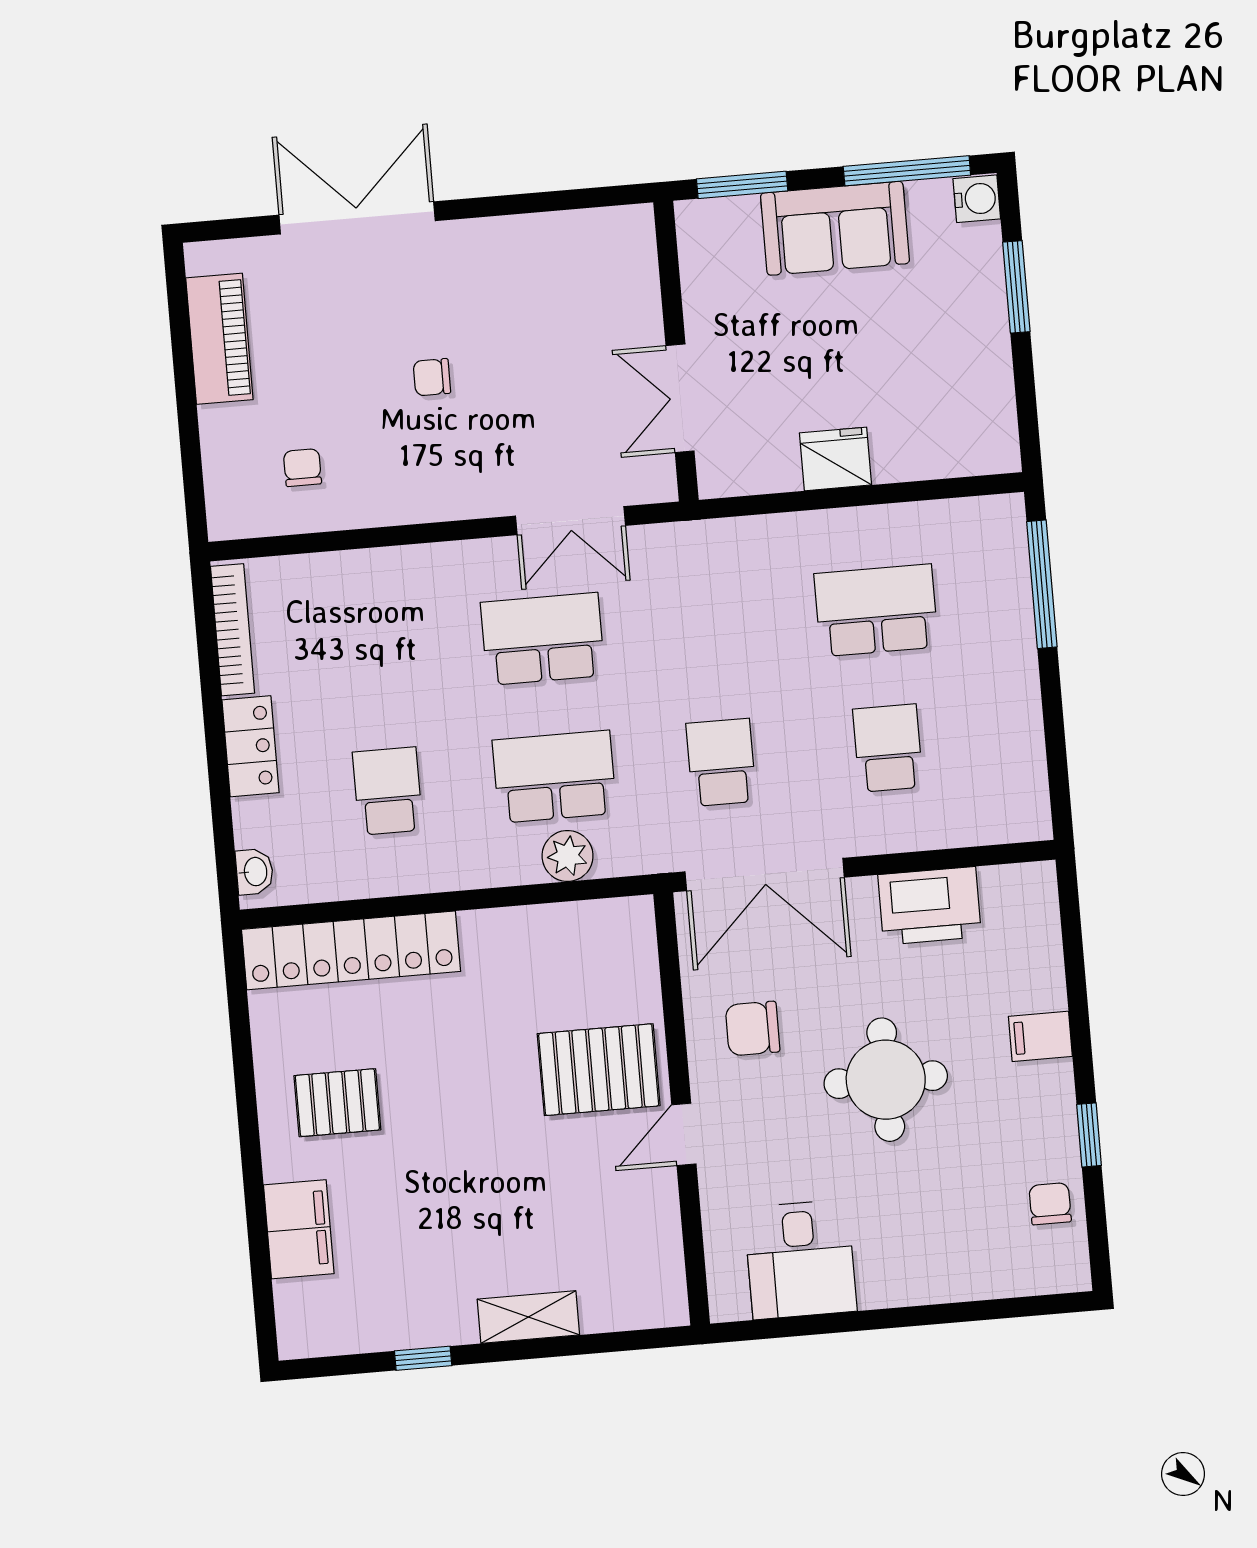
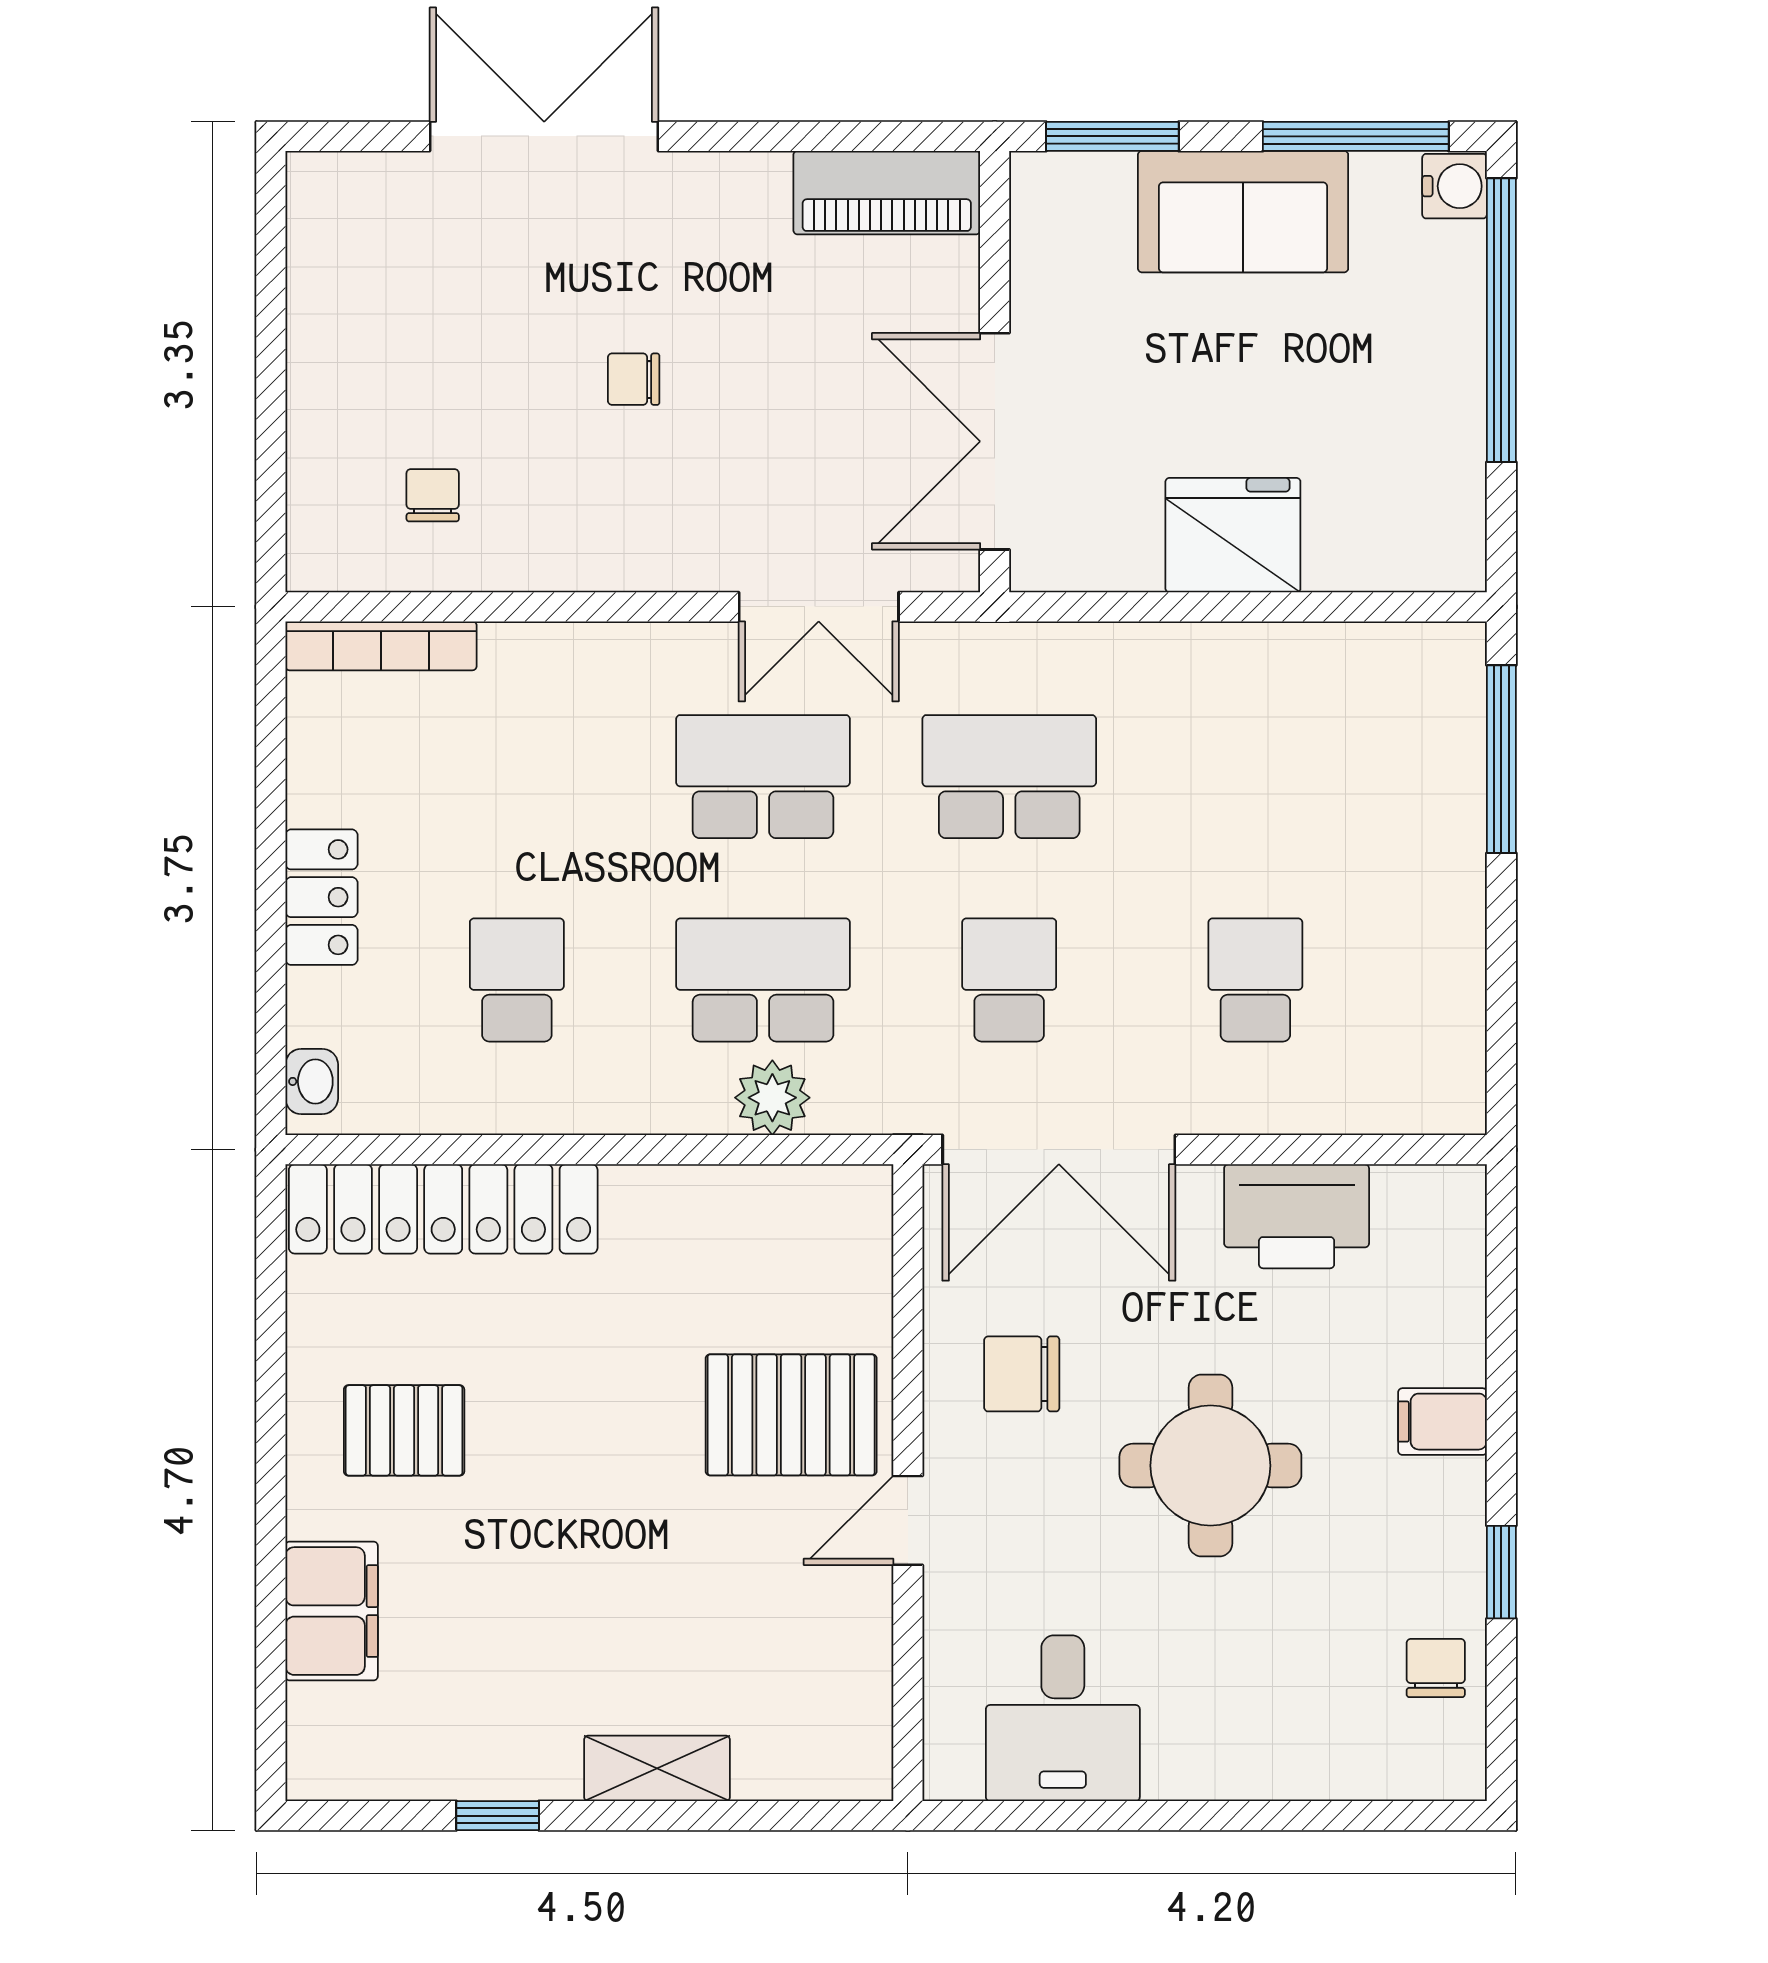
window: (1016, 287) -> (1501, 320), width x2.11
piano: (219, 339) -> (887, 193), moved, turned 90
double door: (680, 398) -> (995, 441), width x1.37
fridge: (836, 459) -> (1233, 535), width x1.36, depth x1.34
school desk: (876, 610) -> (1009, 777), moved
bookcase: (233, 630) -> (381, 646), moved, turned 90

